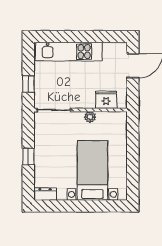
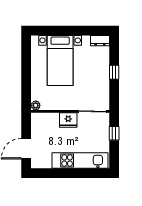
fridge: (106, 100) -> (68, 120), moved
plant: (90, 117) -> (36, 105), moved

